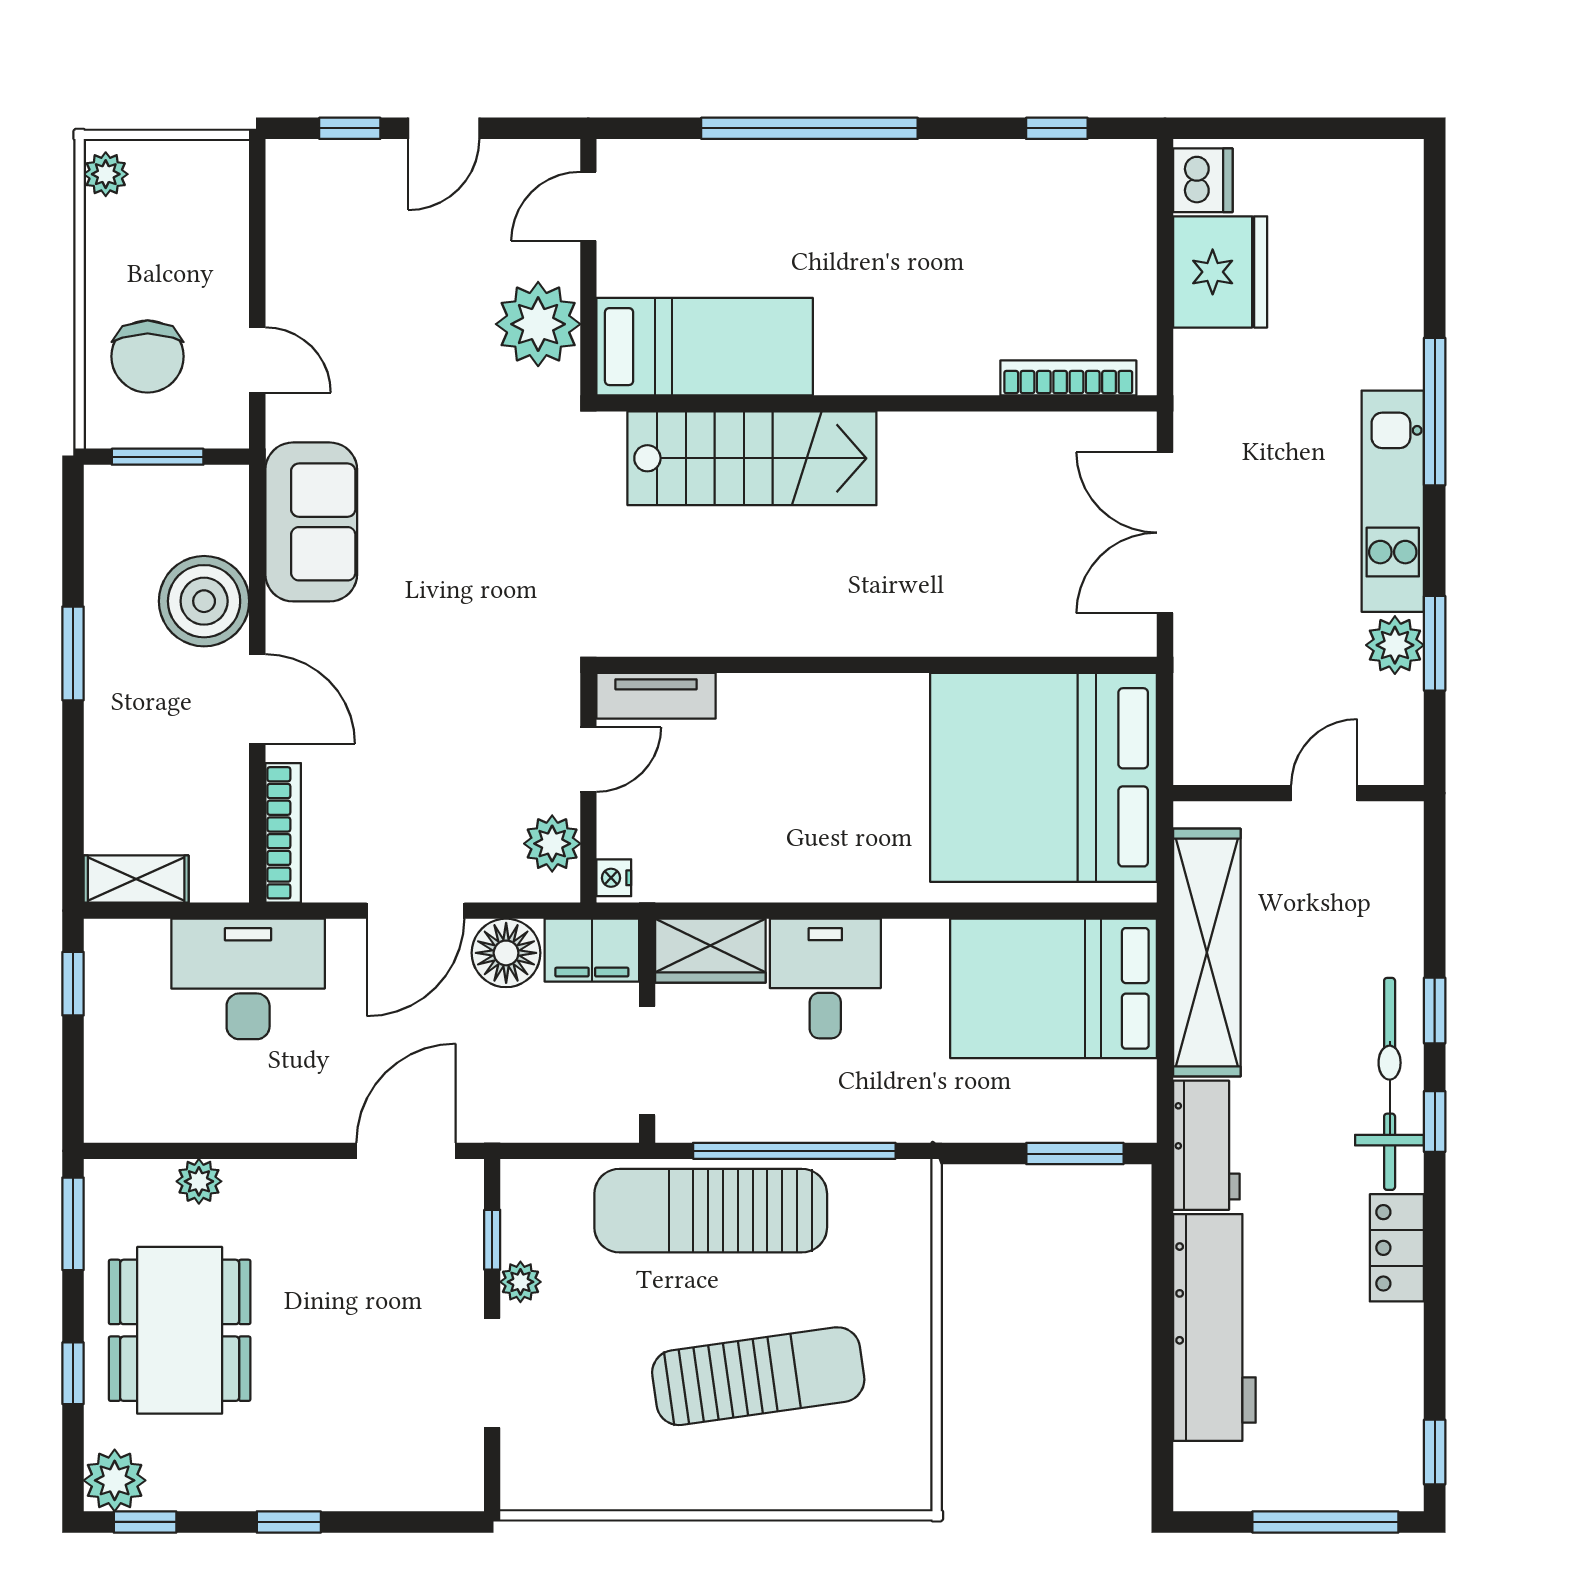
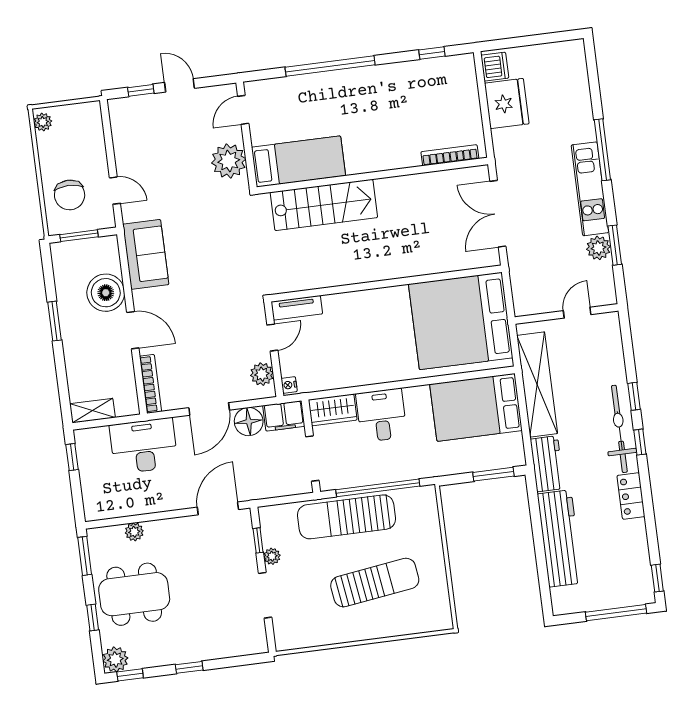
door: (444, 128) -> (179, 85), swing flipped
dining table: (180, 1330) -> (134, 594), turned 90

